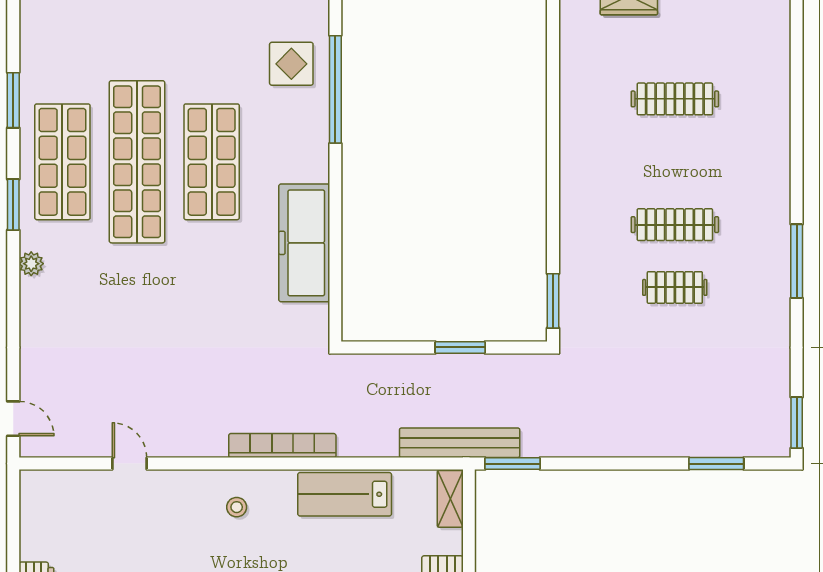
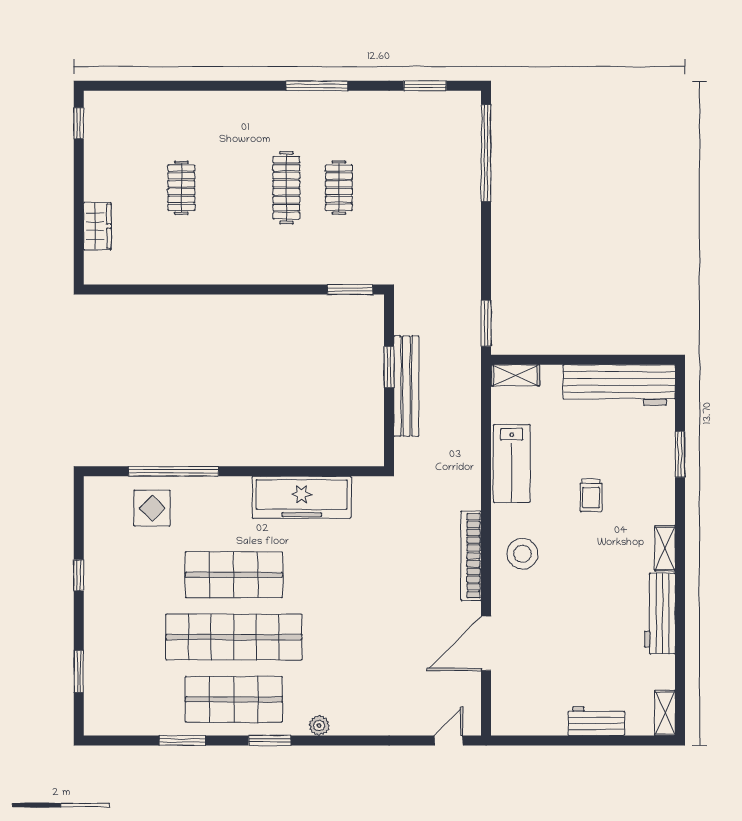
clothes rail: (675, 99) -> (181, 188), width x0.73
window: (797, 423) -> (425, 86), moved
bench: (460, 443) -> (406, 386), moved
bookcase: (282, 446) -> (471, 556), moved
door: (129, 464) -> (486, 643), width x1.88
window: (716, 464) -> (486, 153), width x2.11
stool: (237, 507) -> (522, 554), width x1.89, depth x1.89

